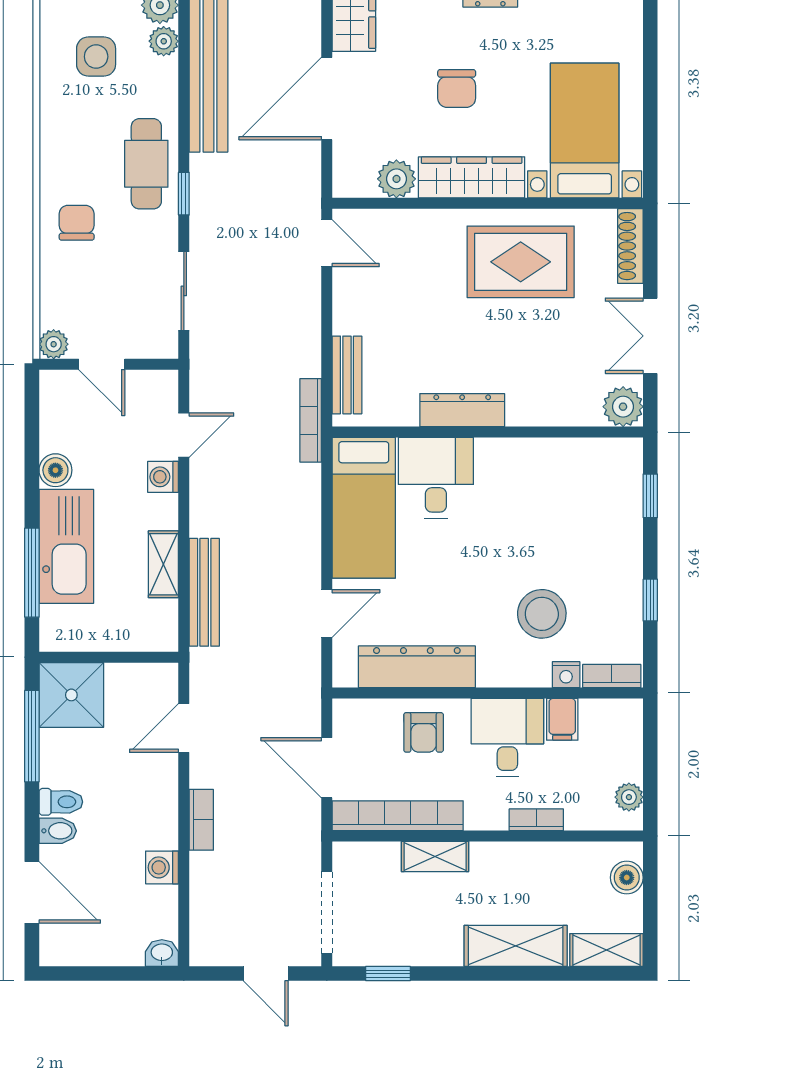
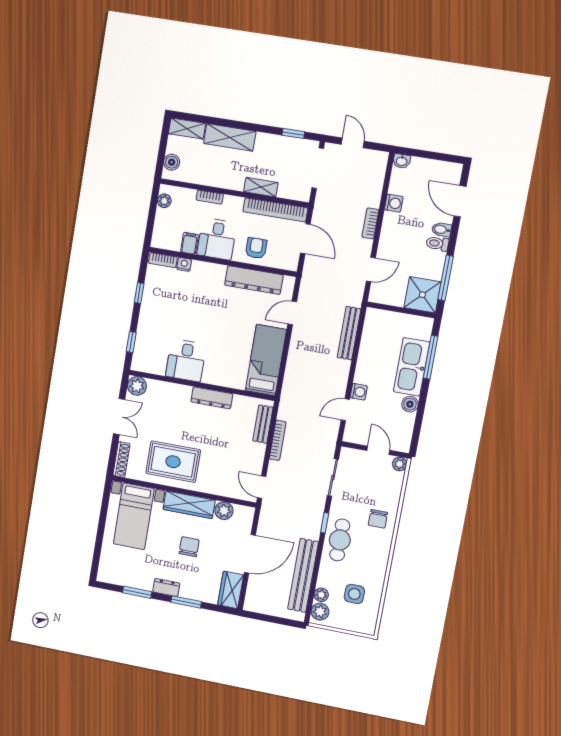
bookcase: (311, 420) -> (278, 440), moved
desk: (436, 478) -> (186, 360), moved
shelving: (163, 564) -> (366, 350), removed
stool: (542, 614) -> (191, 295), removed

